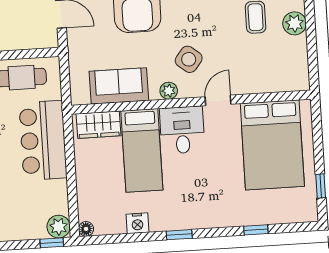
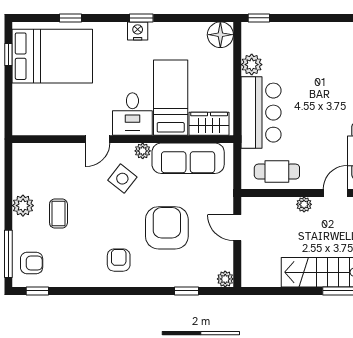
sofa: (119, 86) -> (188, 158), width x1.36
bed: (272, 145) -> (52, 56), moved, turned 90
nightstand: (137, 223) -> (138, 31), moved
plant: (59, 227) -> (252, 65), moved
floor lamp: (86, 229) -> (220, 35), width x1.89, depth x1.89

